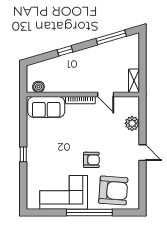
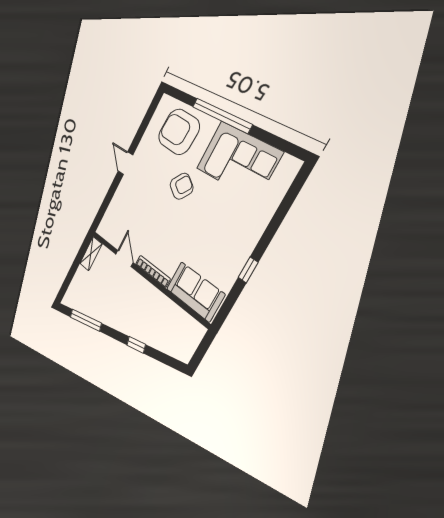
boiler: (38, 87) -> (189, 325), removed
plant: (132, 123) -> (117, 205), removed
window: (23, 154) -> (248, 270), moved
armchair: (91, 160) -> (182, 186), turned 125

